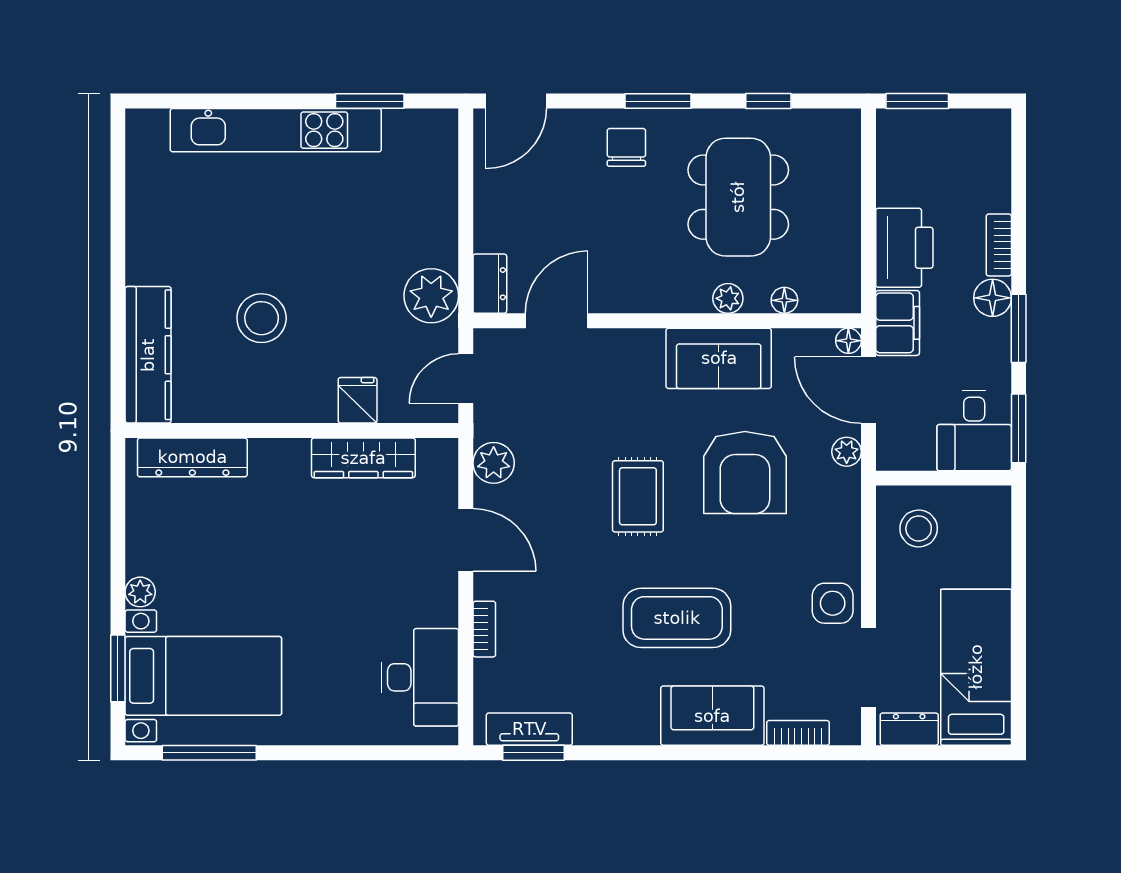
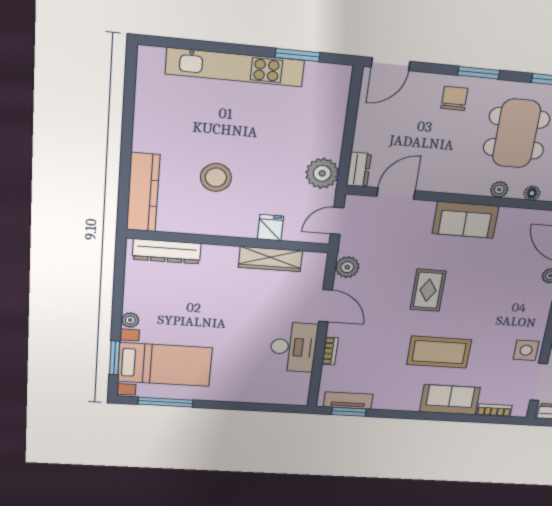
sofa: (719, 358) -> (465, 220), moved
armchair: (745, 473) -> (491, 282), removed
desk: (420, 677) -> (293, 347), moved

